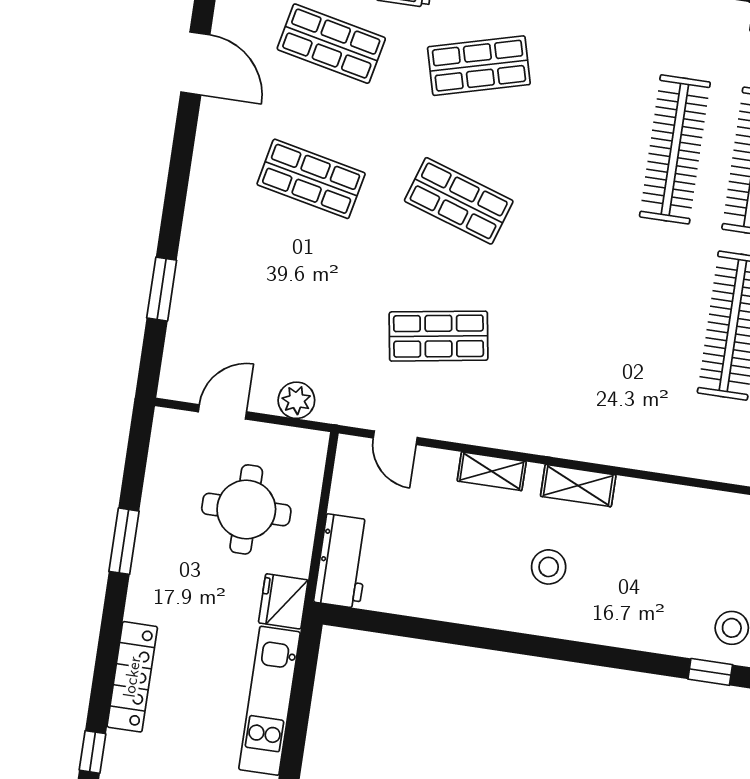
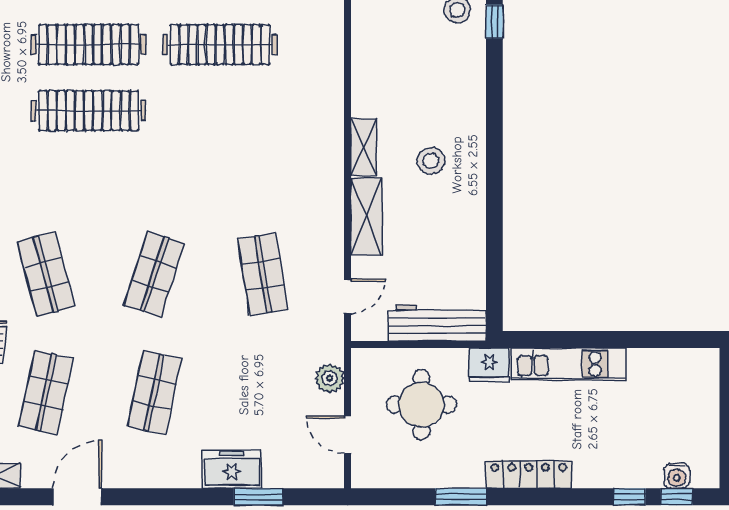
freezer: (201, 261) -> (232, 469), added
shelving: (492, 471) -> (366, 217), width x1.50, depth x1.33
workbench: (343, 561) -> (437, 323), width x1.38
locker: (132, 677) -> (529, 474), moved

